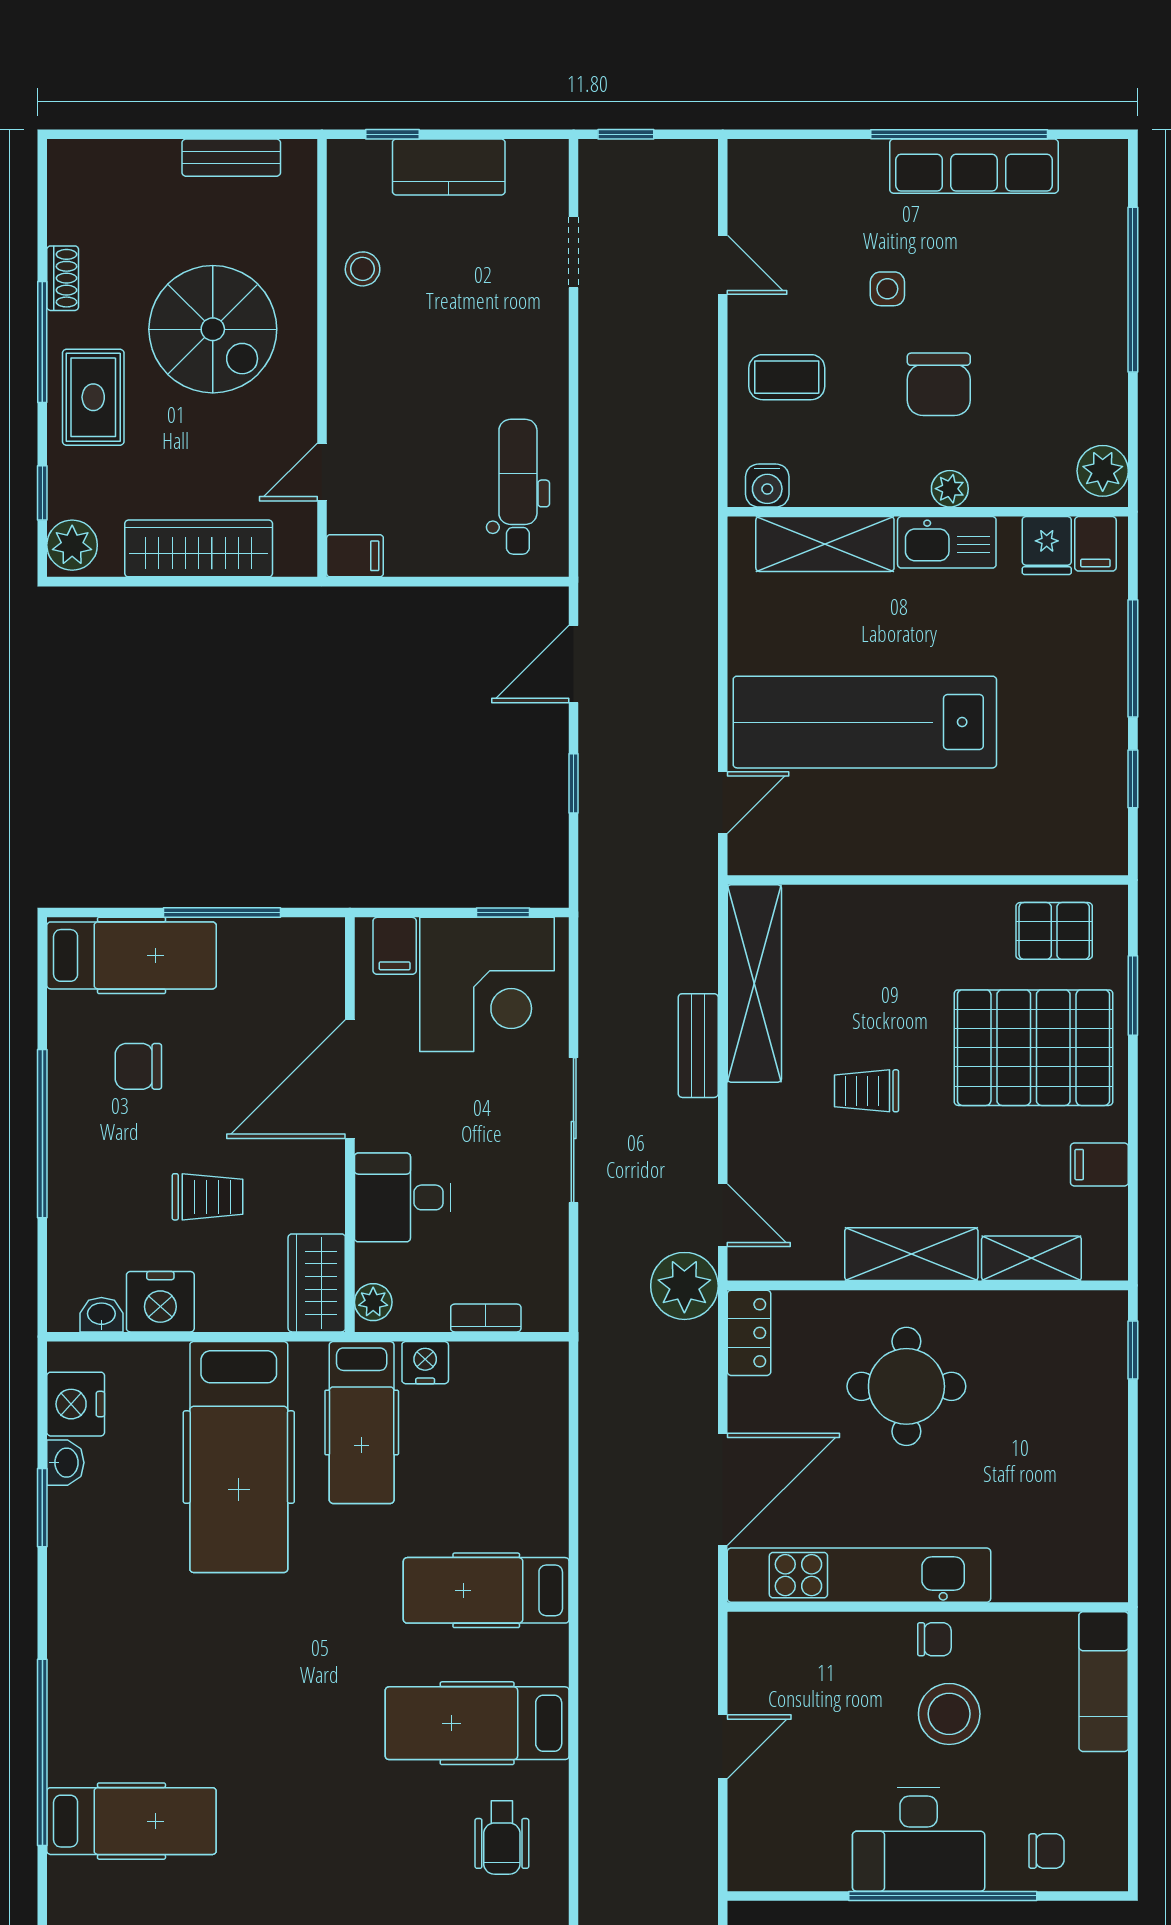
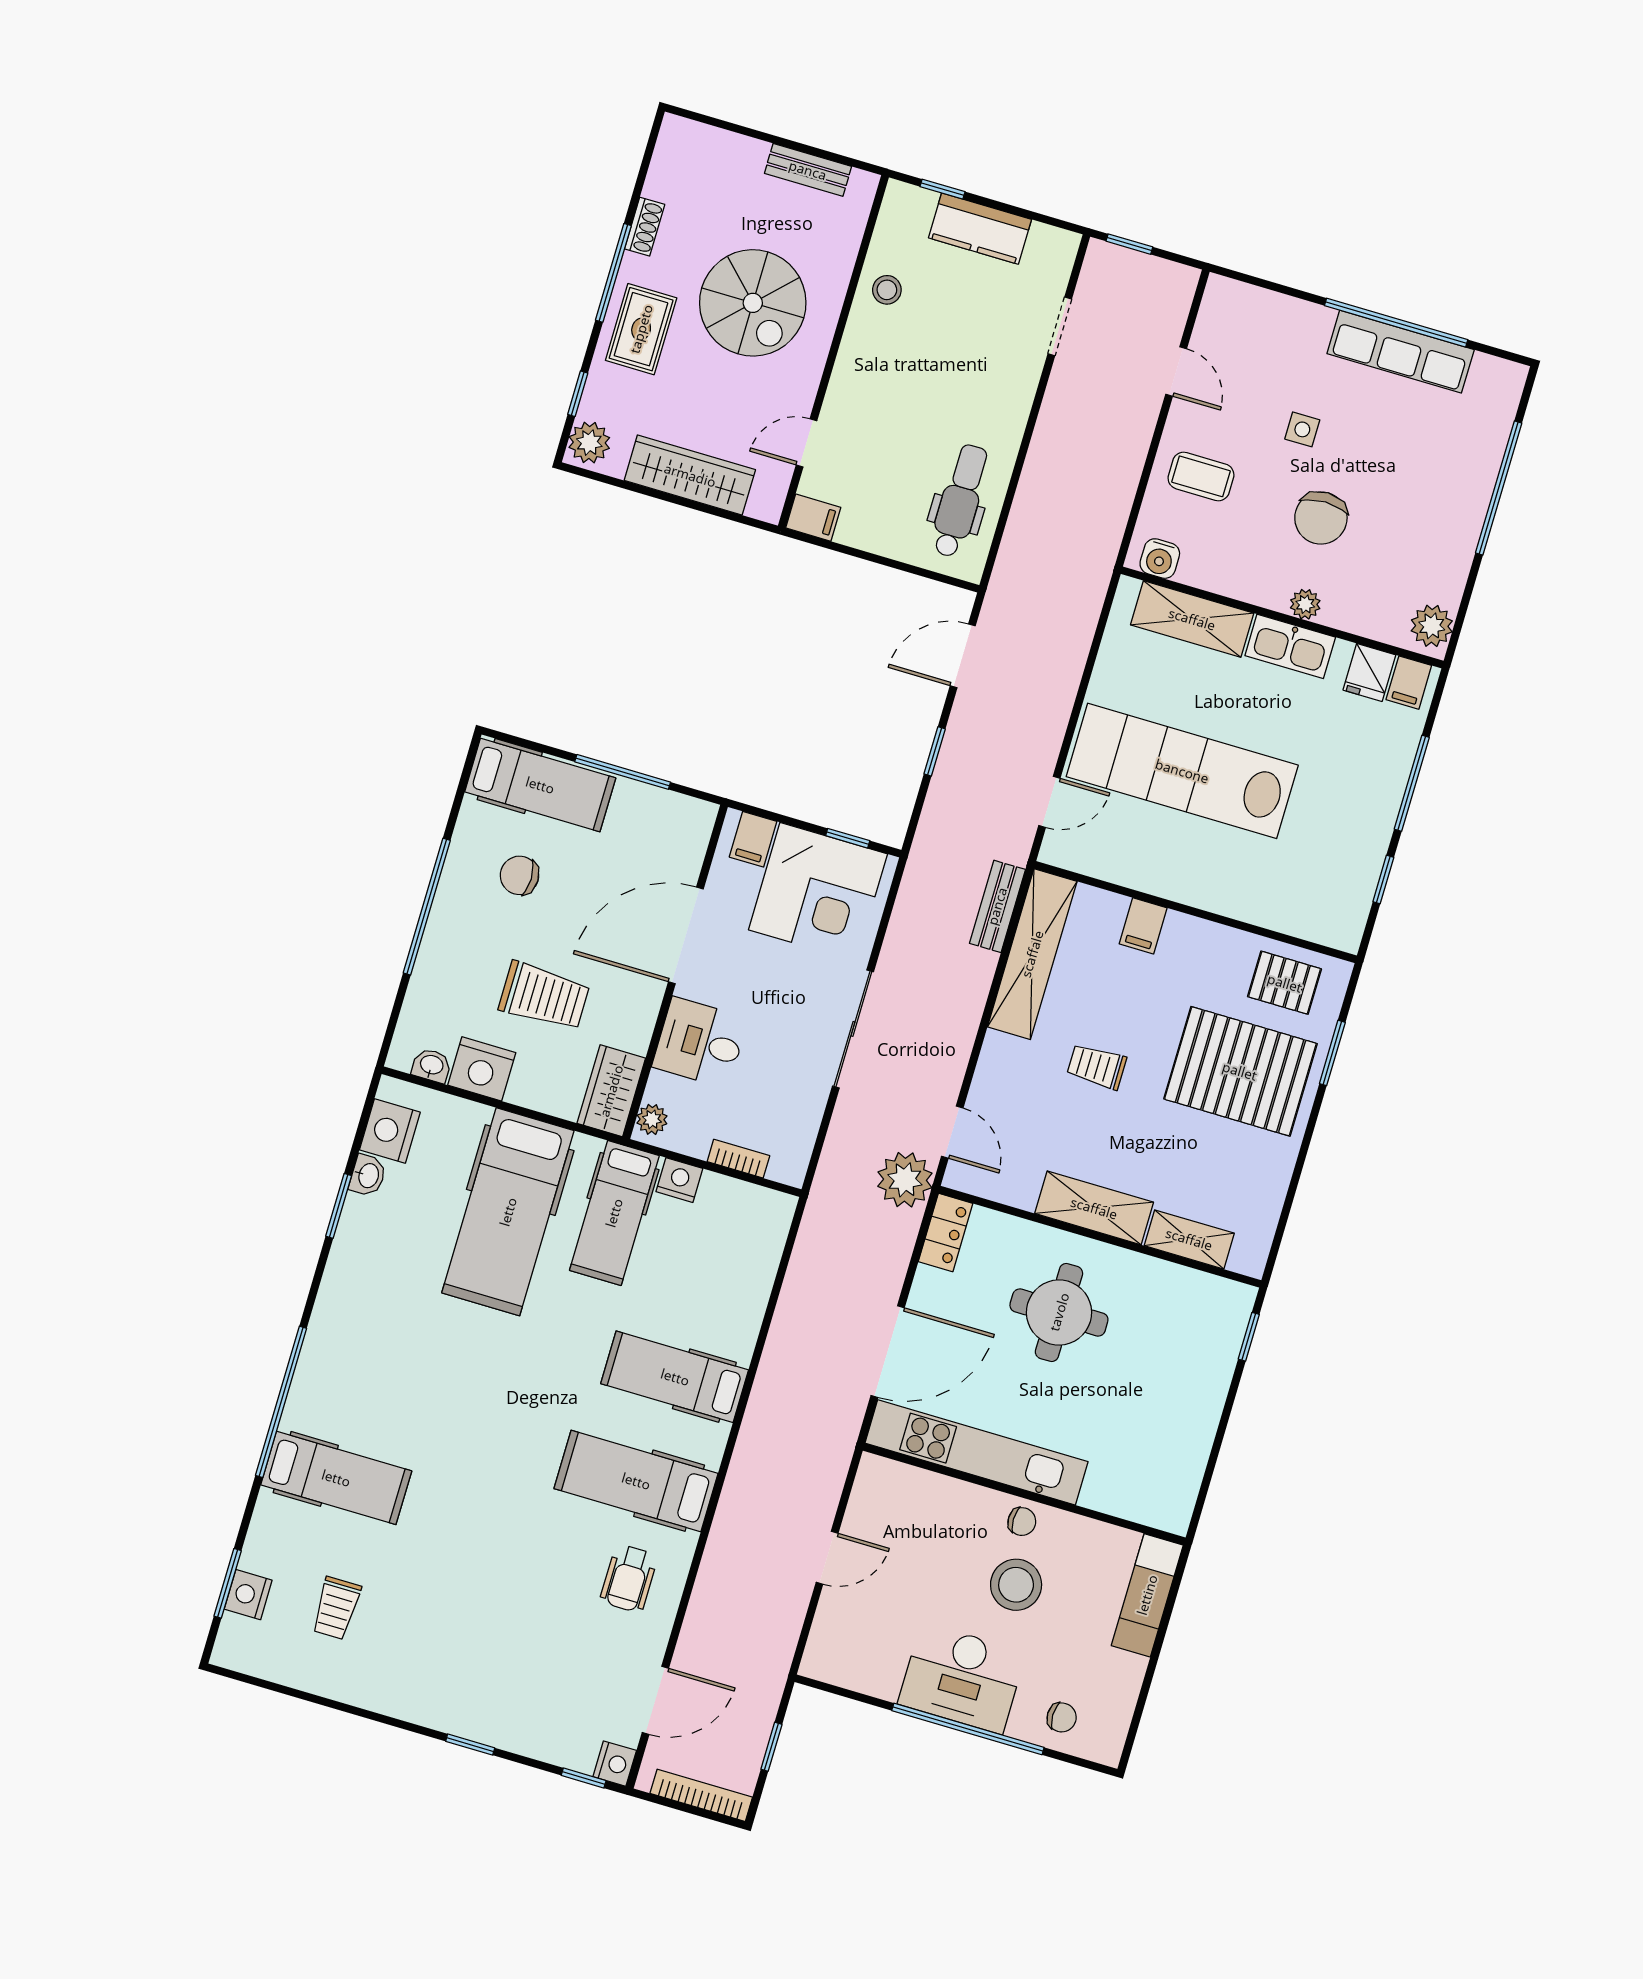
bench: (698, 1046) -> (997, 906), moved
filing cabinet: (1099, 1165) -> (1143, 926), moved, turned -90
trolley: (207, 1197) -> (544, 996), width x1.36, depth x1.39

